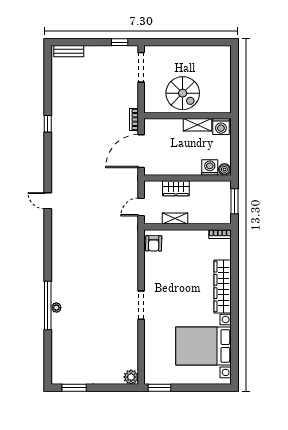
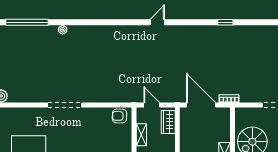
wardrobe: (176, 188) -> (168, 122), moved
window: (48, 305) -> (27, 22), moved
doorway: (141, 305) -> (65, 105), width x1.36

